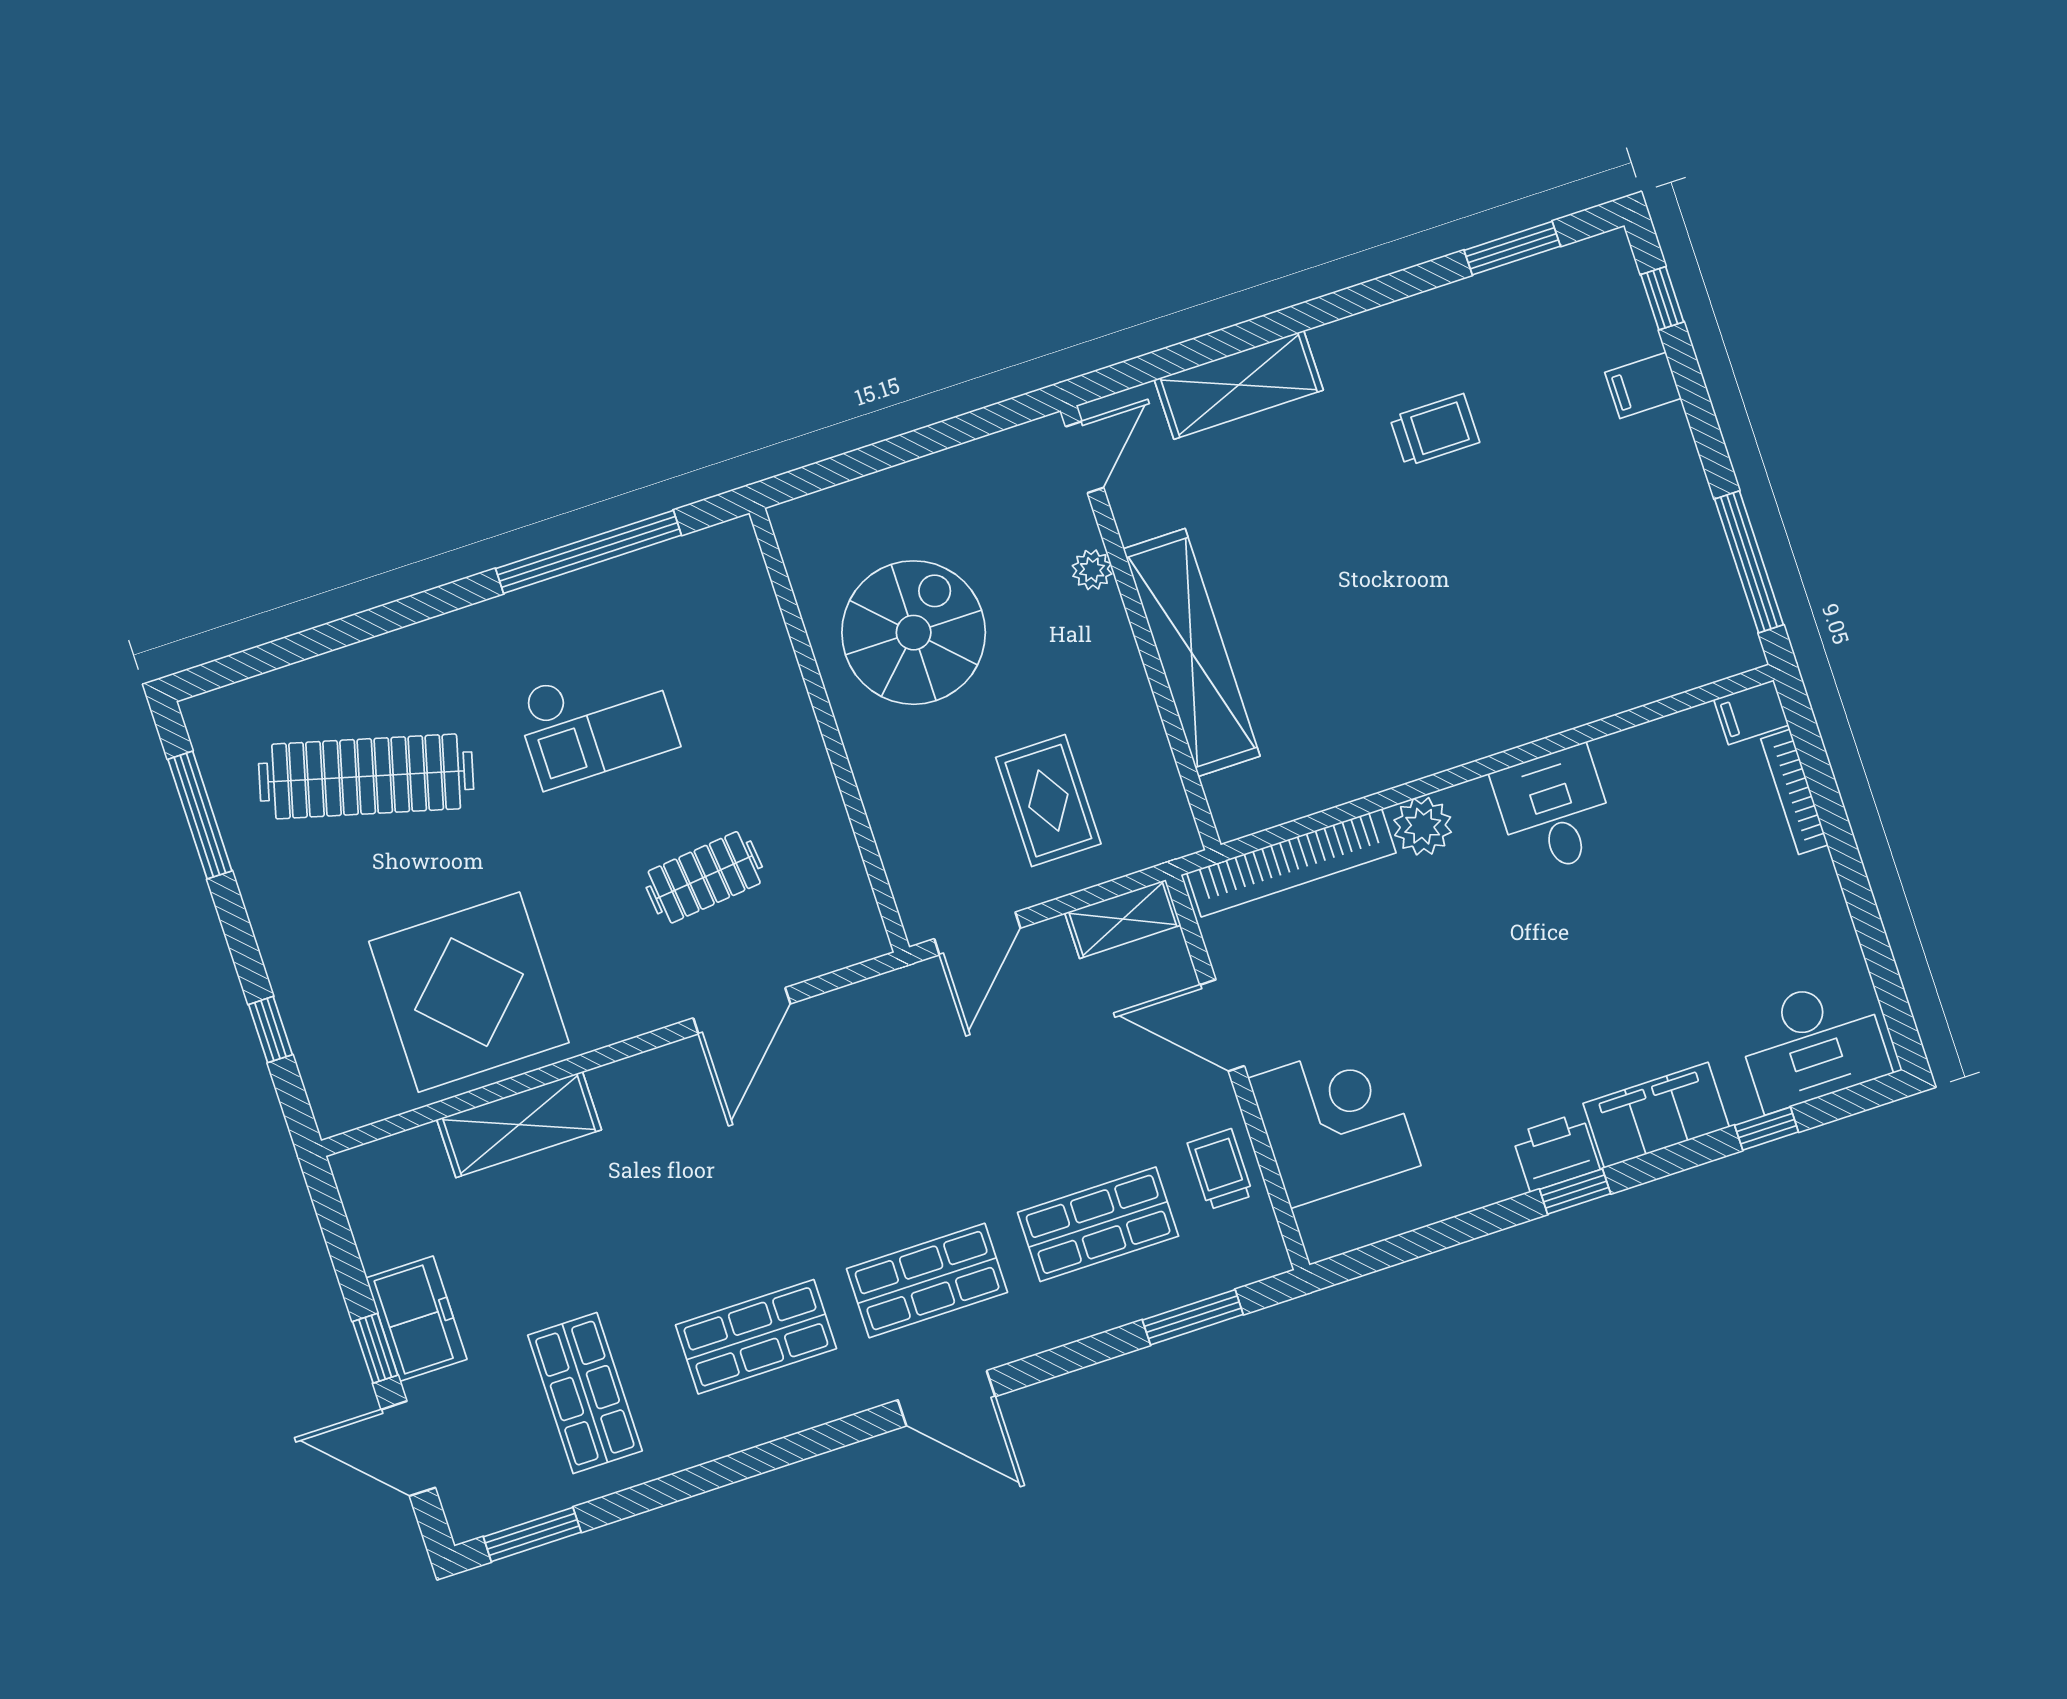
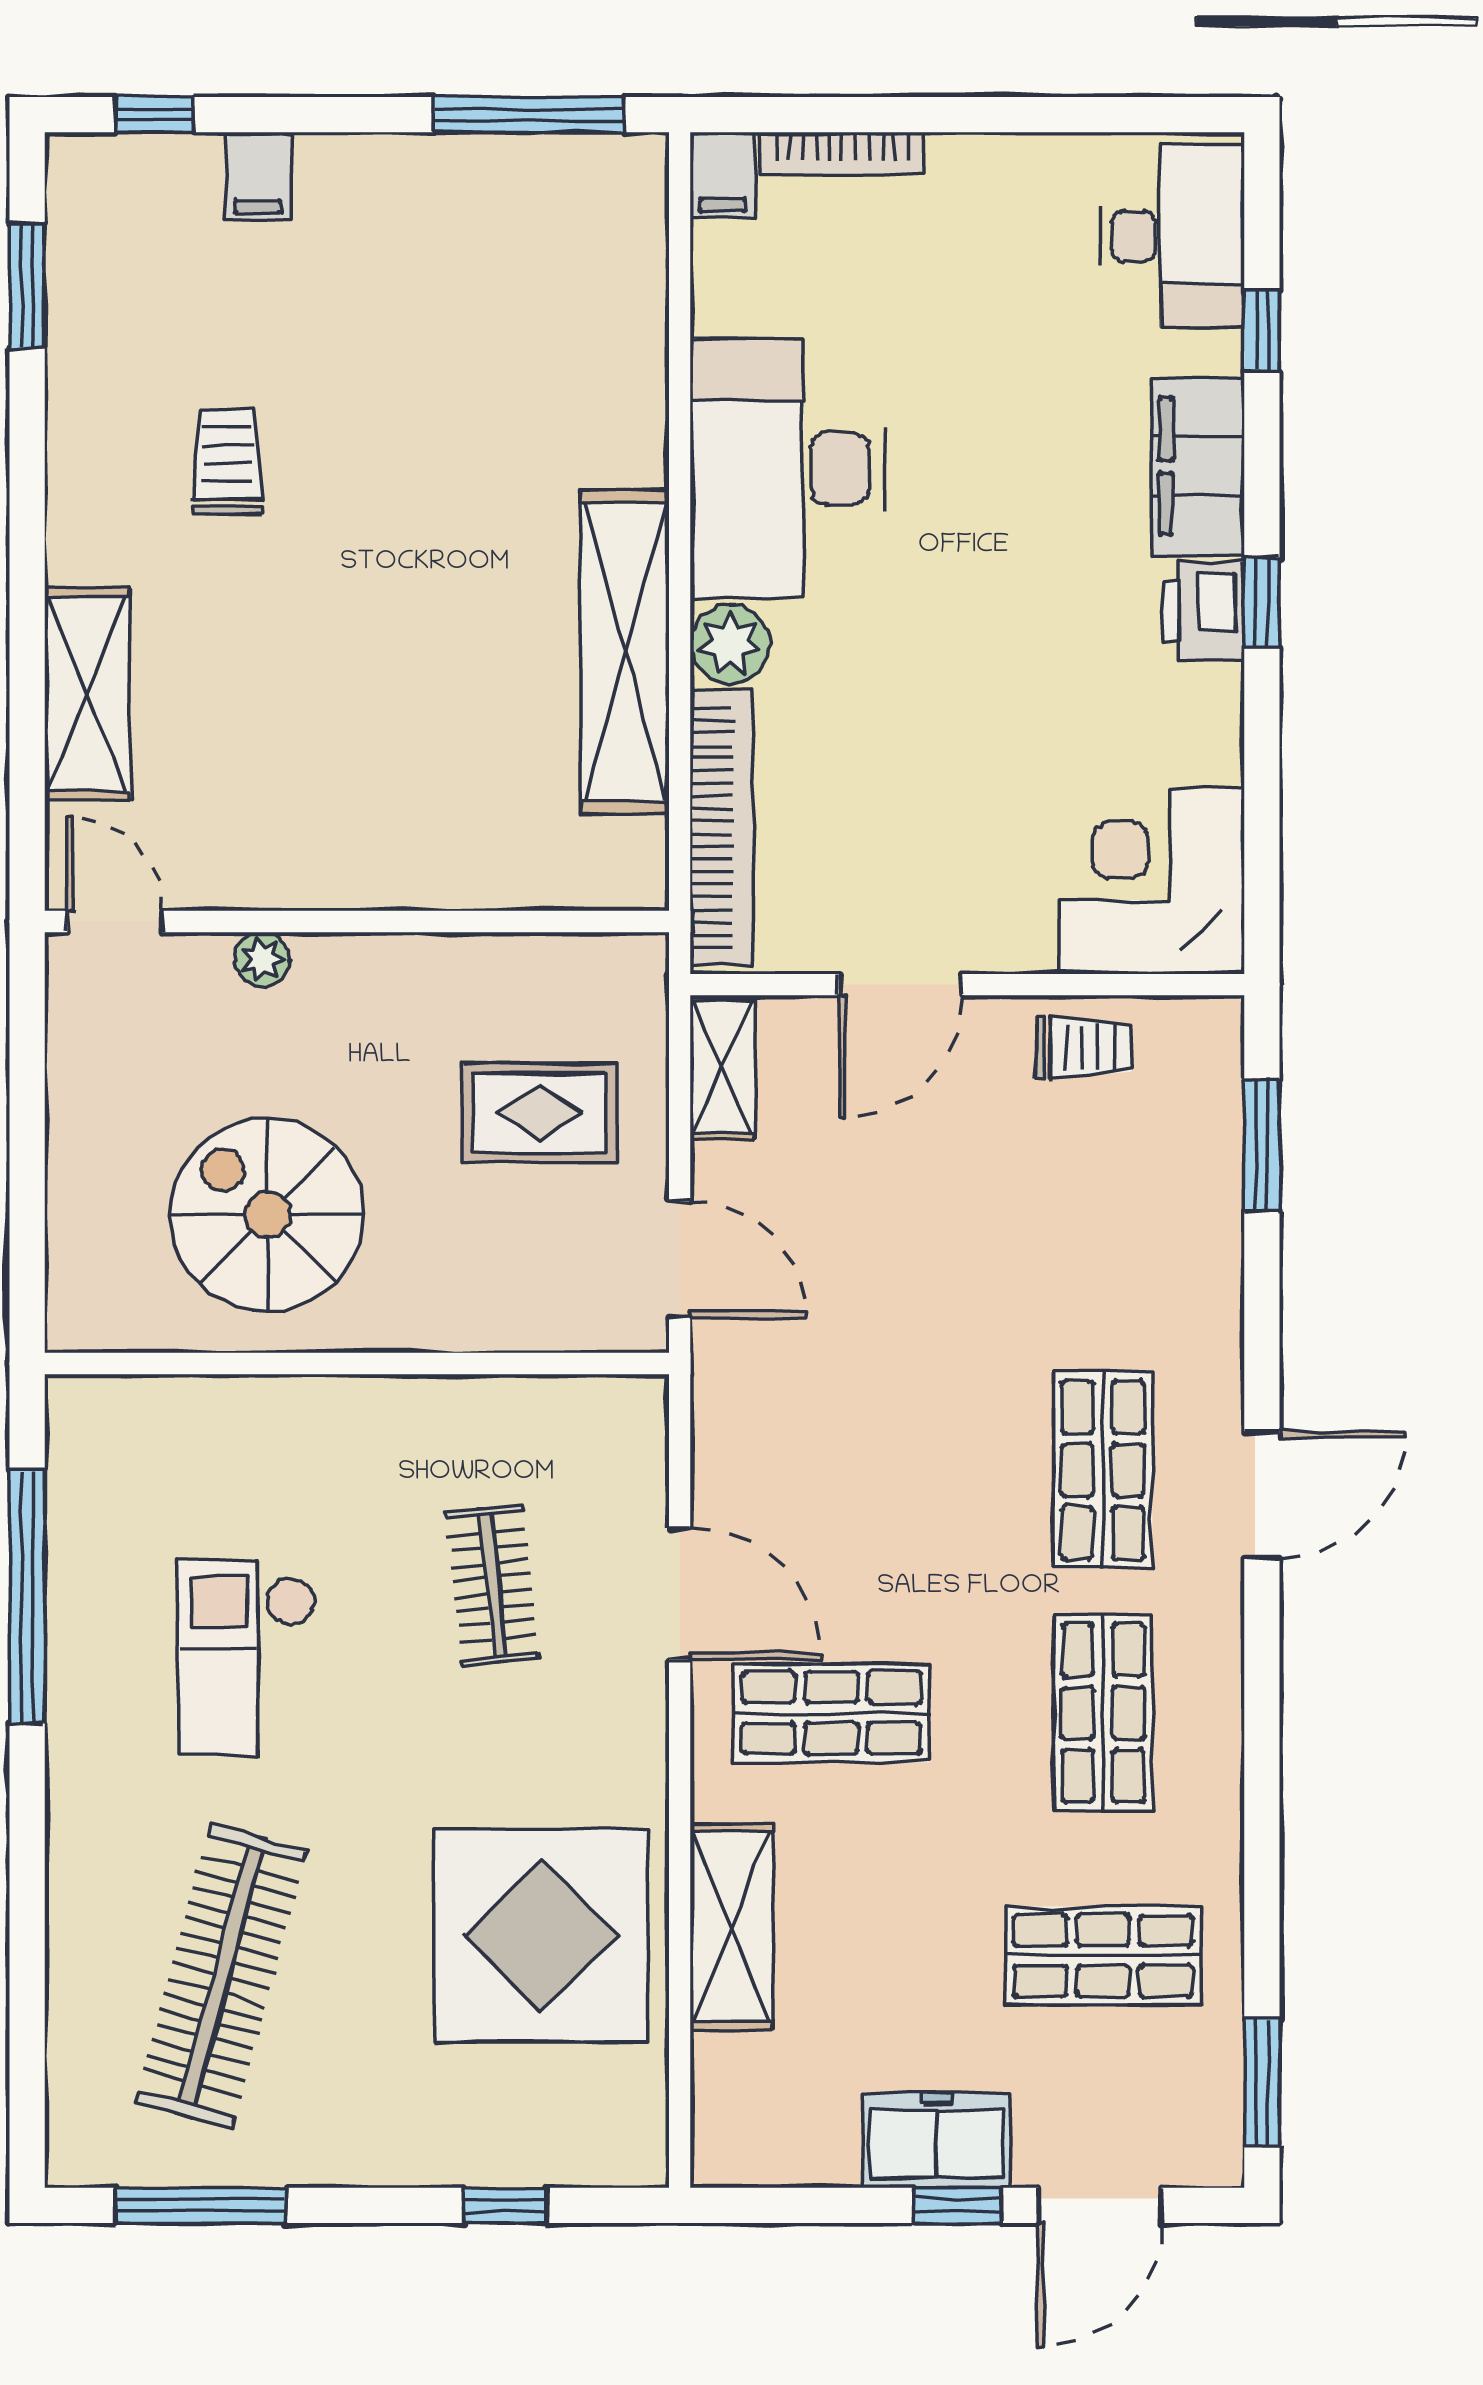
shelving: (1191, 653) -> (625, 652), moved, turned 90
checkout: (596, 721) -> (247, 1658), turned 180
desk: (1554, 810) -> (787, 468), width x1.87, depth x1.30
corner desk: (1334, 1122) -> (1152, 882), moved
trolley: (1220, 1169) -> (1084, 1048), turned 180
shop shelf: (1098, 1224) -> (831, 1713), moved, turned 90

